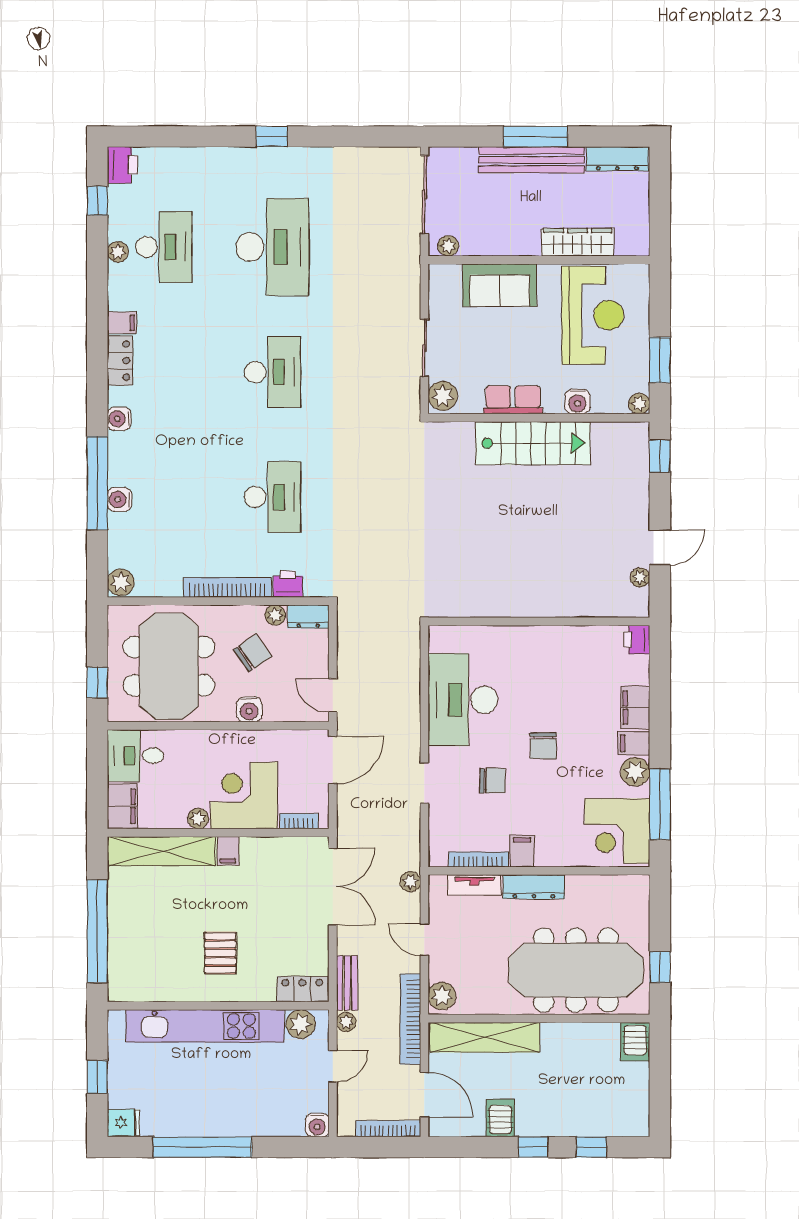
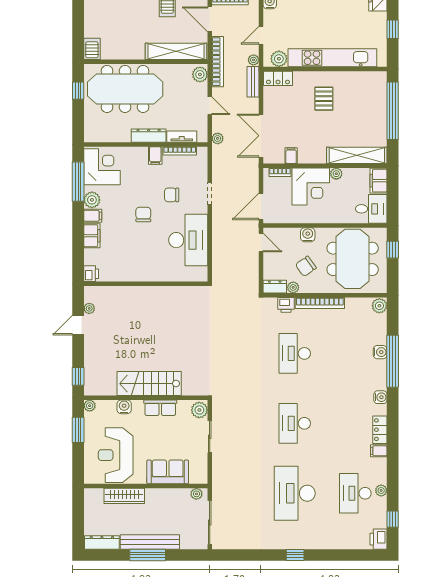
filing cabinet: (228, 851) -> (291, 156), moved

